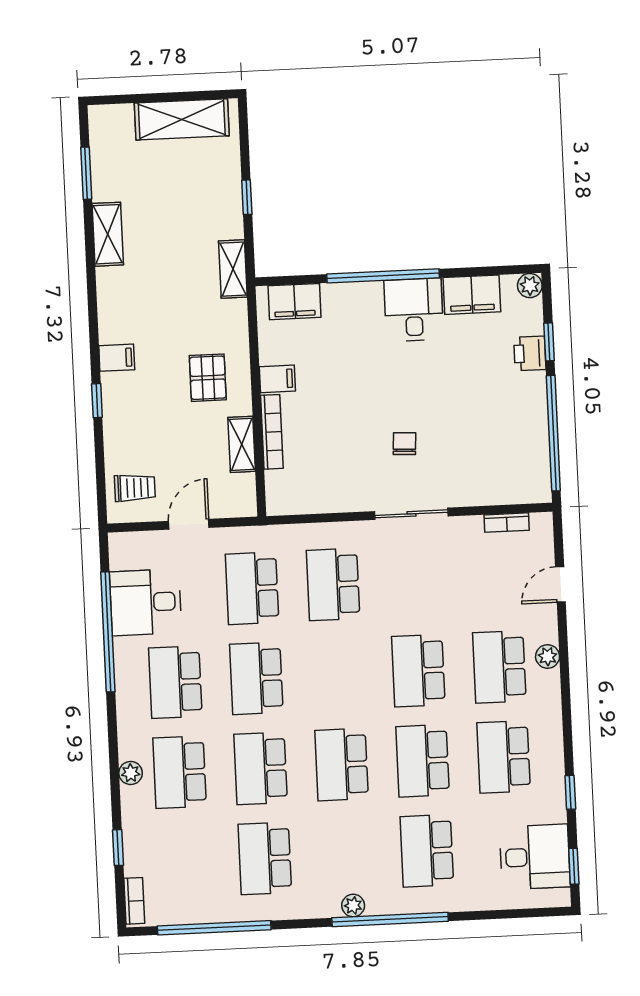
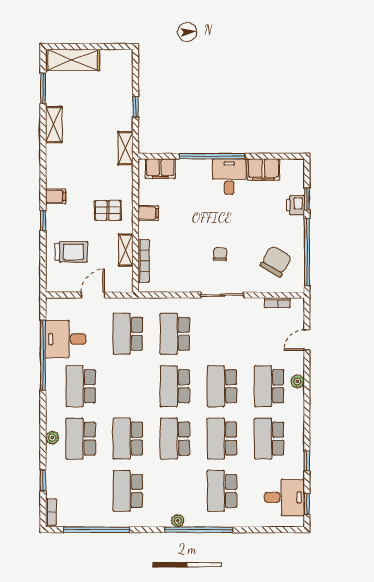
shelving: (182, 119) -> (73, 60), moved
plant: (530, 286) -> (297, 166), removed
pallet: (208, 378) -> (108, 210), turned 90
bookcase: (272, 432) -> (144, 261), moved
chair: (501, 452) -> (276, 261), added
trolley: (135, 488) -> (71, 252), moved, width x1.36, depth x1.39
school desk: (256, 678) -> (175, 386), moved

